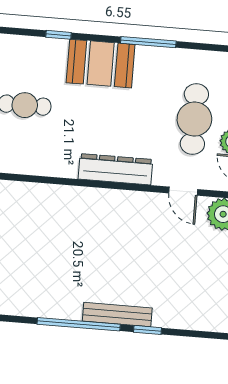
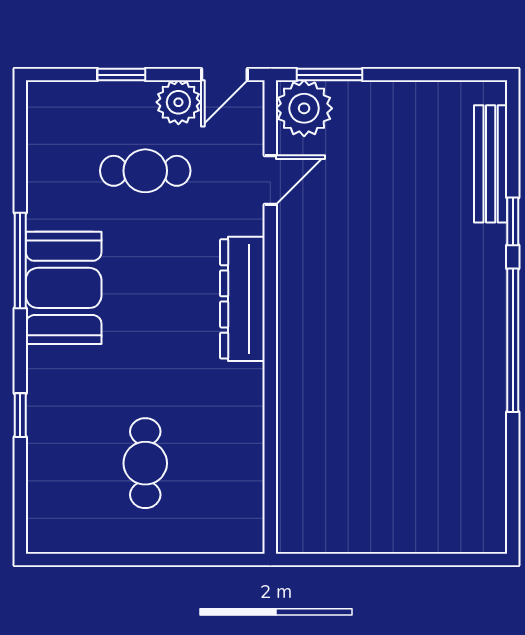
booth: (101, 64) -> (64, 288), moved
cafe table: (194, 119) -> (145, 171), width x0.73, depth x0.74
bench: (117, 314) -> (491, 164), moved

